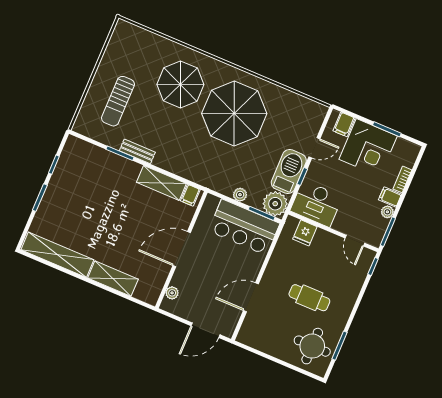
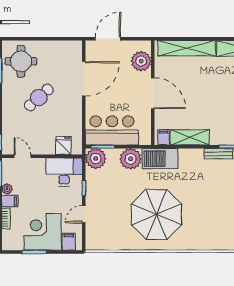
parasol: (180, 84) -> (207, 219), removed
barbecue: (289, 172) -> (160, 159), moved, turned 90
plant: (240, 195) -> (131, 159), width x1.88, depth x1.88
door: (182, 249) -> (153, 93), hinge flipped
shelving: (113, 279) -> (187, 48), width x1.47
plant: (172, 293) -> (141, 61), width x1.87, depth x1.87
door: (251, 297) -> (84, 79), width x1.36
cafe table: (309, 298) -> (39, 97), turned -42

